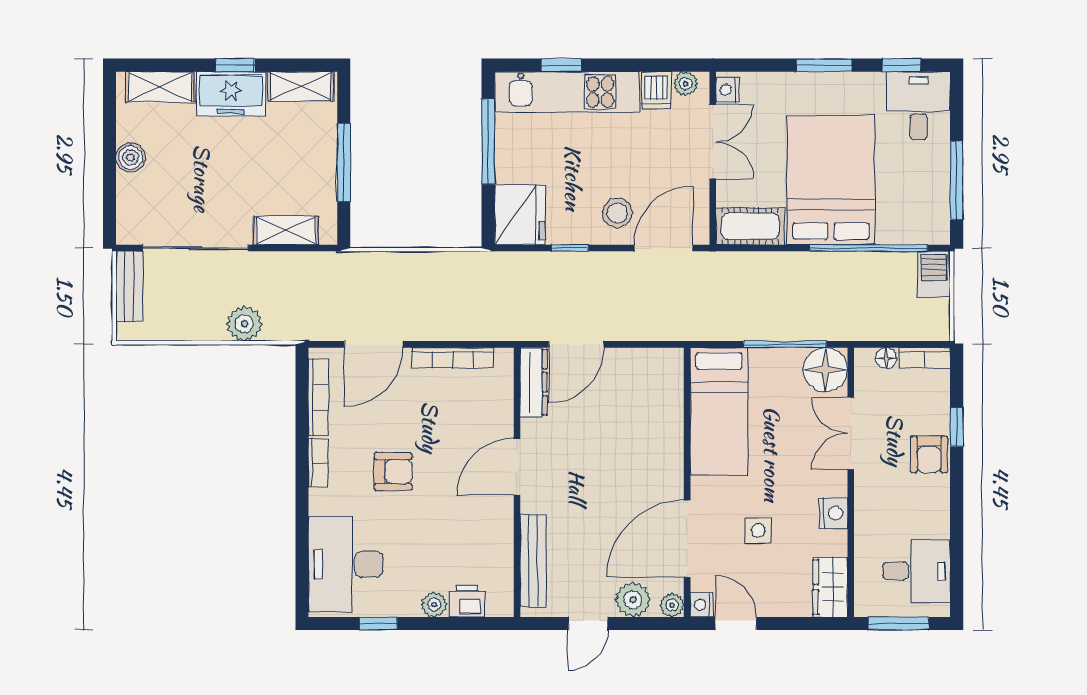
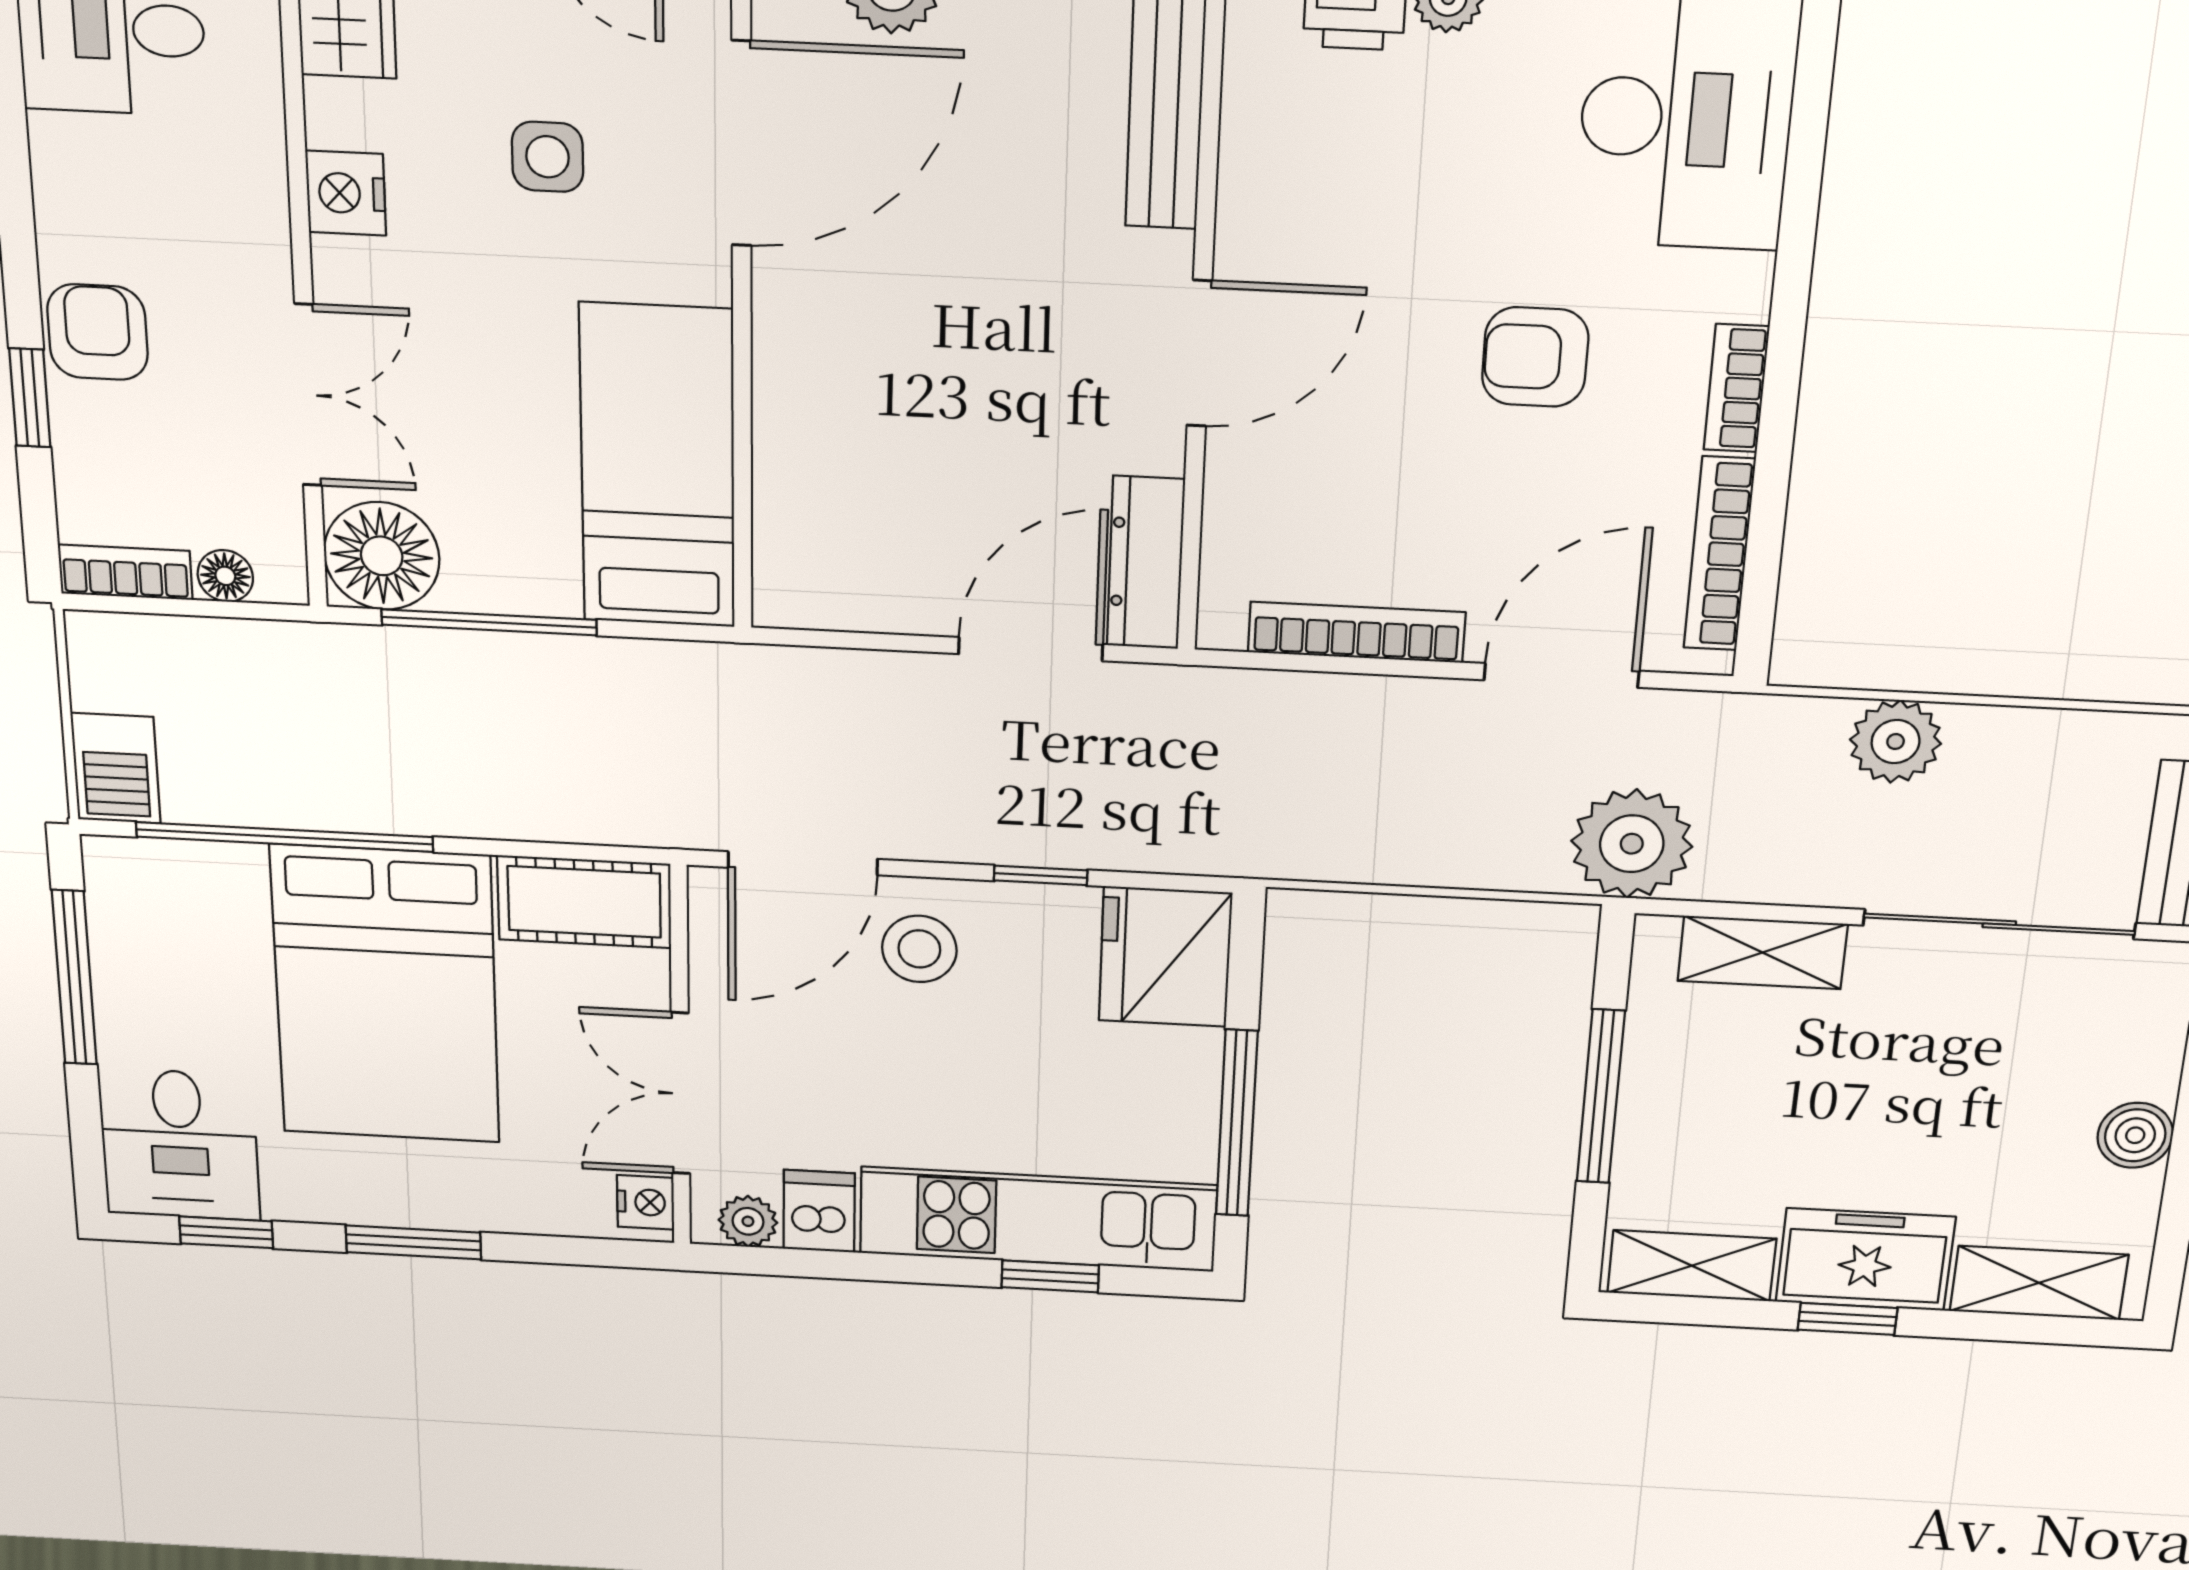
plant: (341, 275) -> (1632, 844), added

